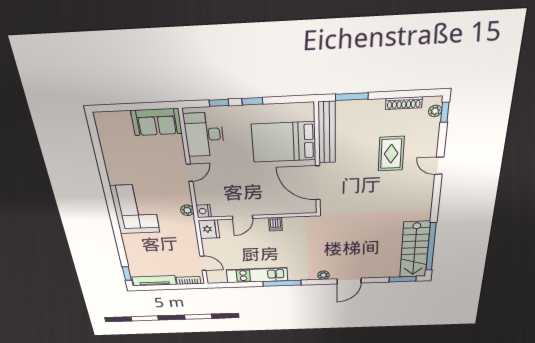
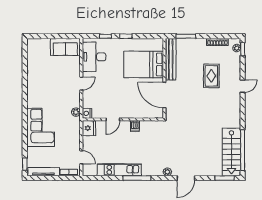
door: (439, 166) -> (243, 86), swing flipped
corner sofa: (135, 209) -> (41, 127), moved

